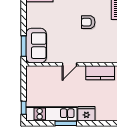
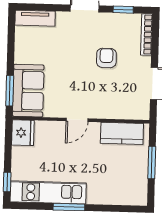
armchair: (88, 22) -> (106, 58), turned 90
fridge: (86, 114) -> (23, 133), moved, turned 90

